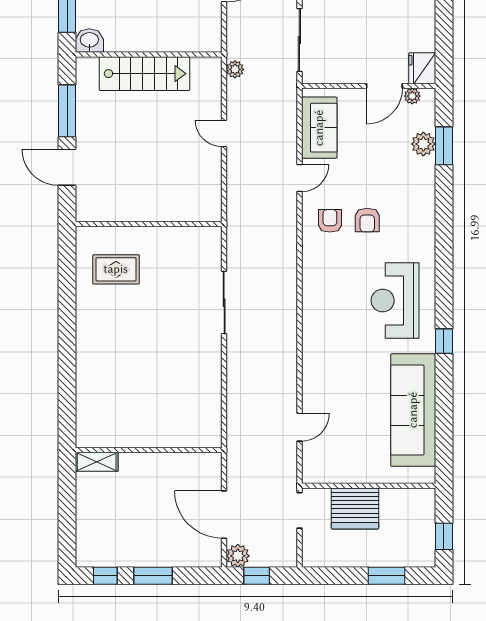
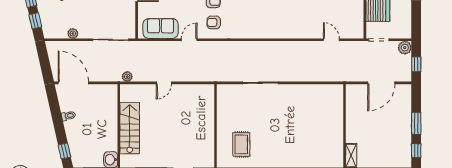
door: (299, 178) -> (189, 40), hinge flipped
plant: (238, 556) -> (405, 48), moved

